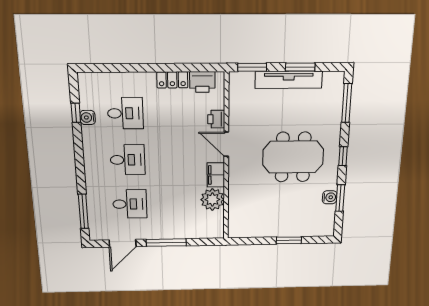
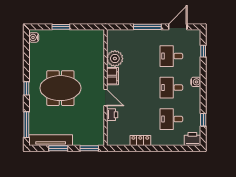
tv unit: (289, 80) -> (51, 140), moved
printer: (202, 82) -> (192, 139), moved
water cooler: (88, 117) -> (196, 82), moved
water cooler: (330, 197) -> (34, 37), moved
window: (340, 198) -> (26, 58), removed
window: (83, 211) -> (203, 51), width x0.46

